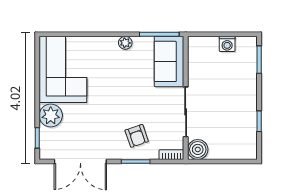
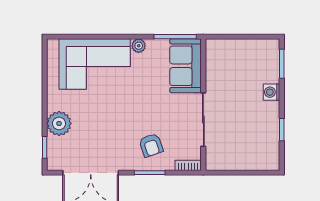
washing machine: (227, 44) -> (272, 92), moved, turned 90
corner sofa: (63, 69) -> (95, 64), moved, turned 90
boiler: (198, 149) -> (216, 160), removed

